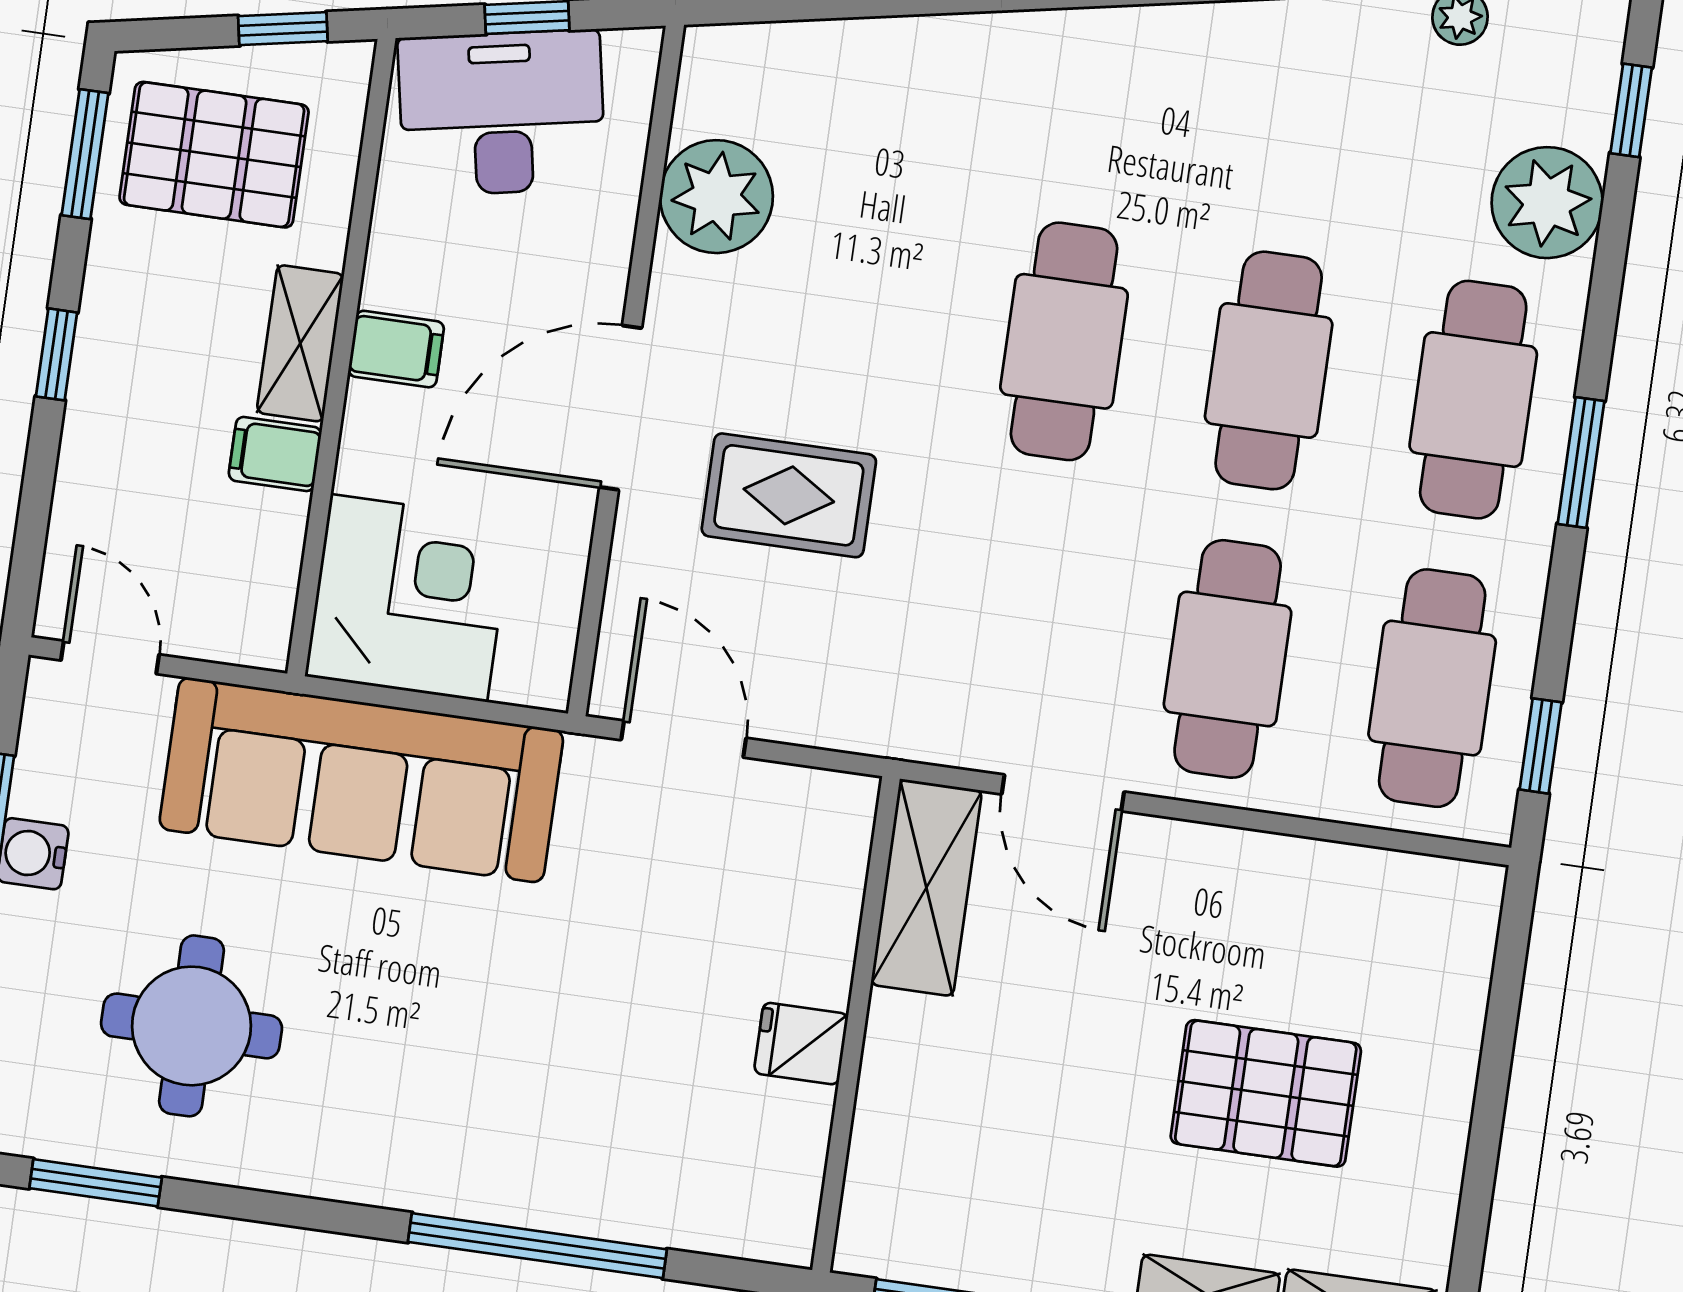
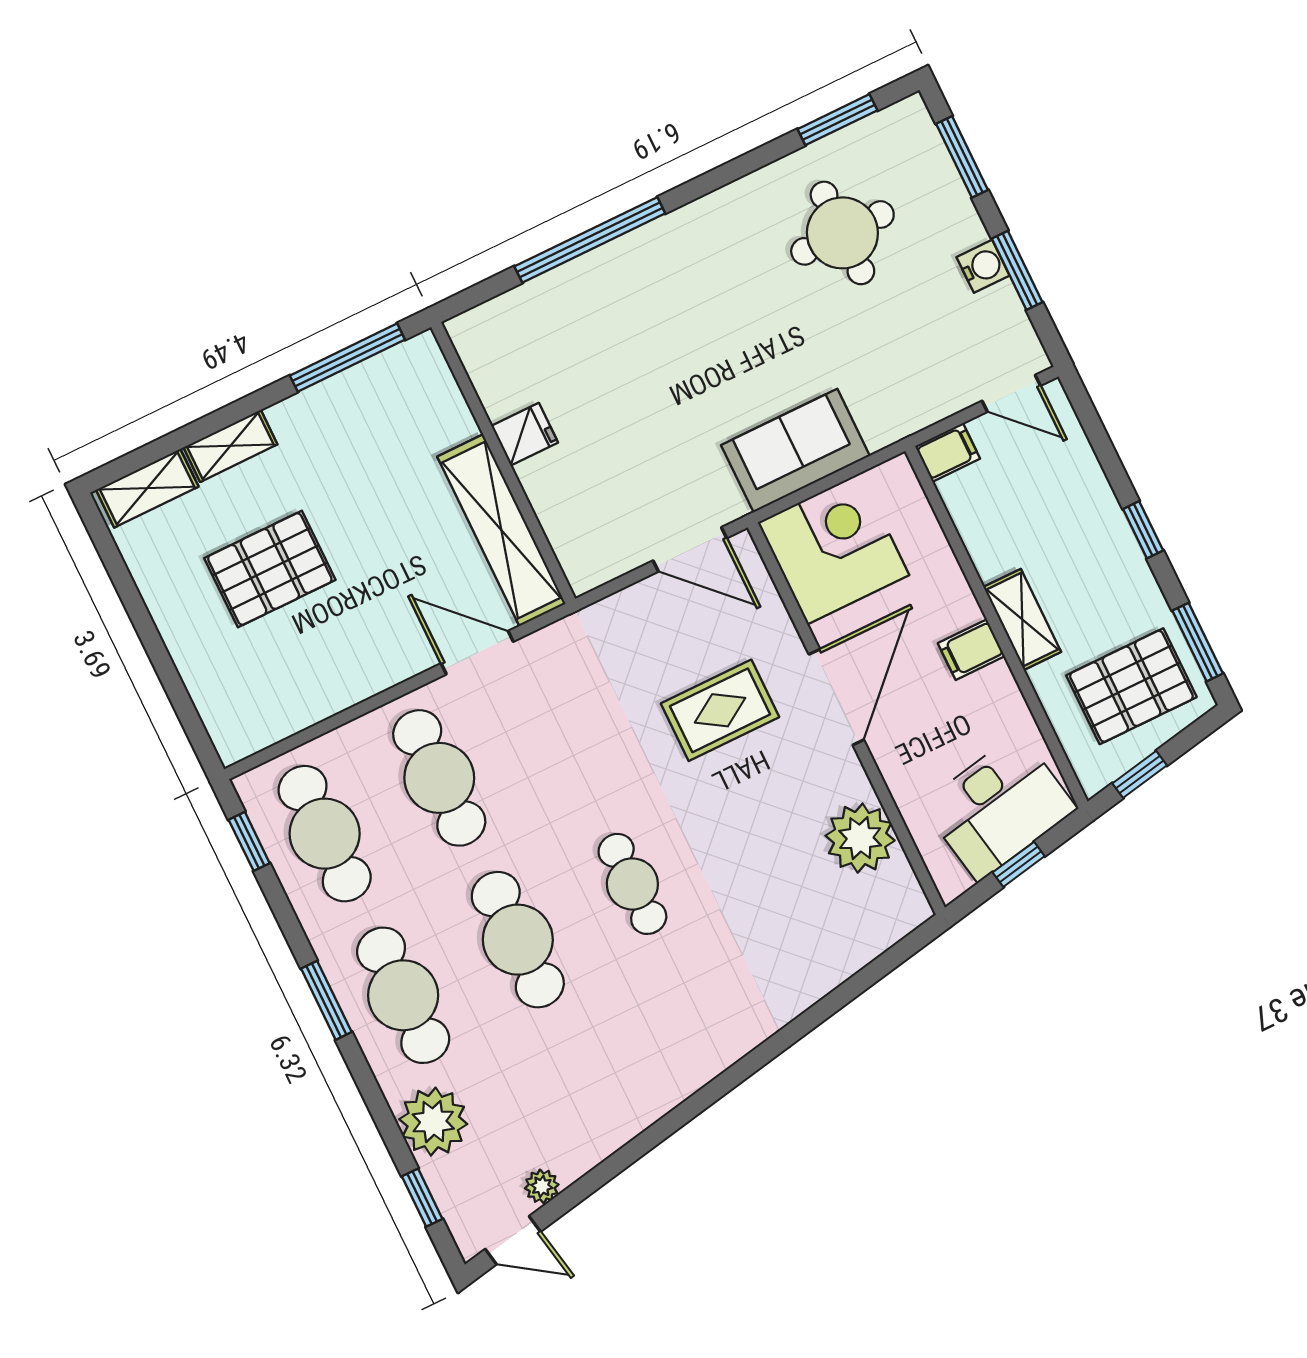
cafe table: (1064, 341) -> (632, 884), width x0.73, depth x0.74
filing cabinet: (275, 454) -> (948, 452), moved
corner desk: (409, 598) -> (834, 549), moved, turned 180
sofa: (361, 780) -> (795, 451), width x0.54, depth x0.79
shelving: (926, 888) -> (501, 530), width x1.47

